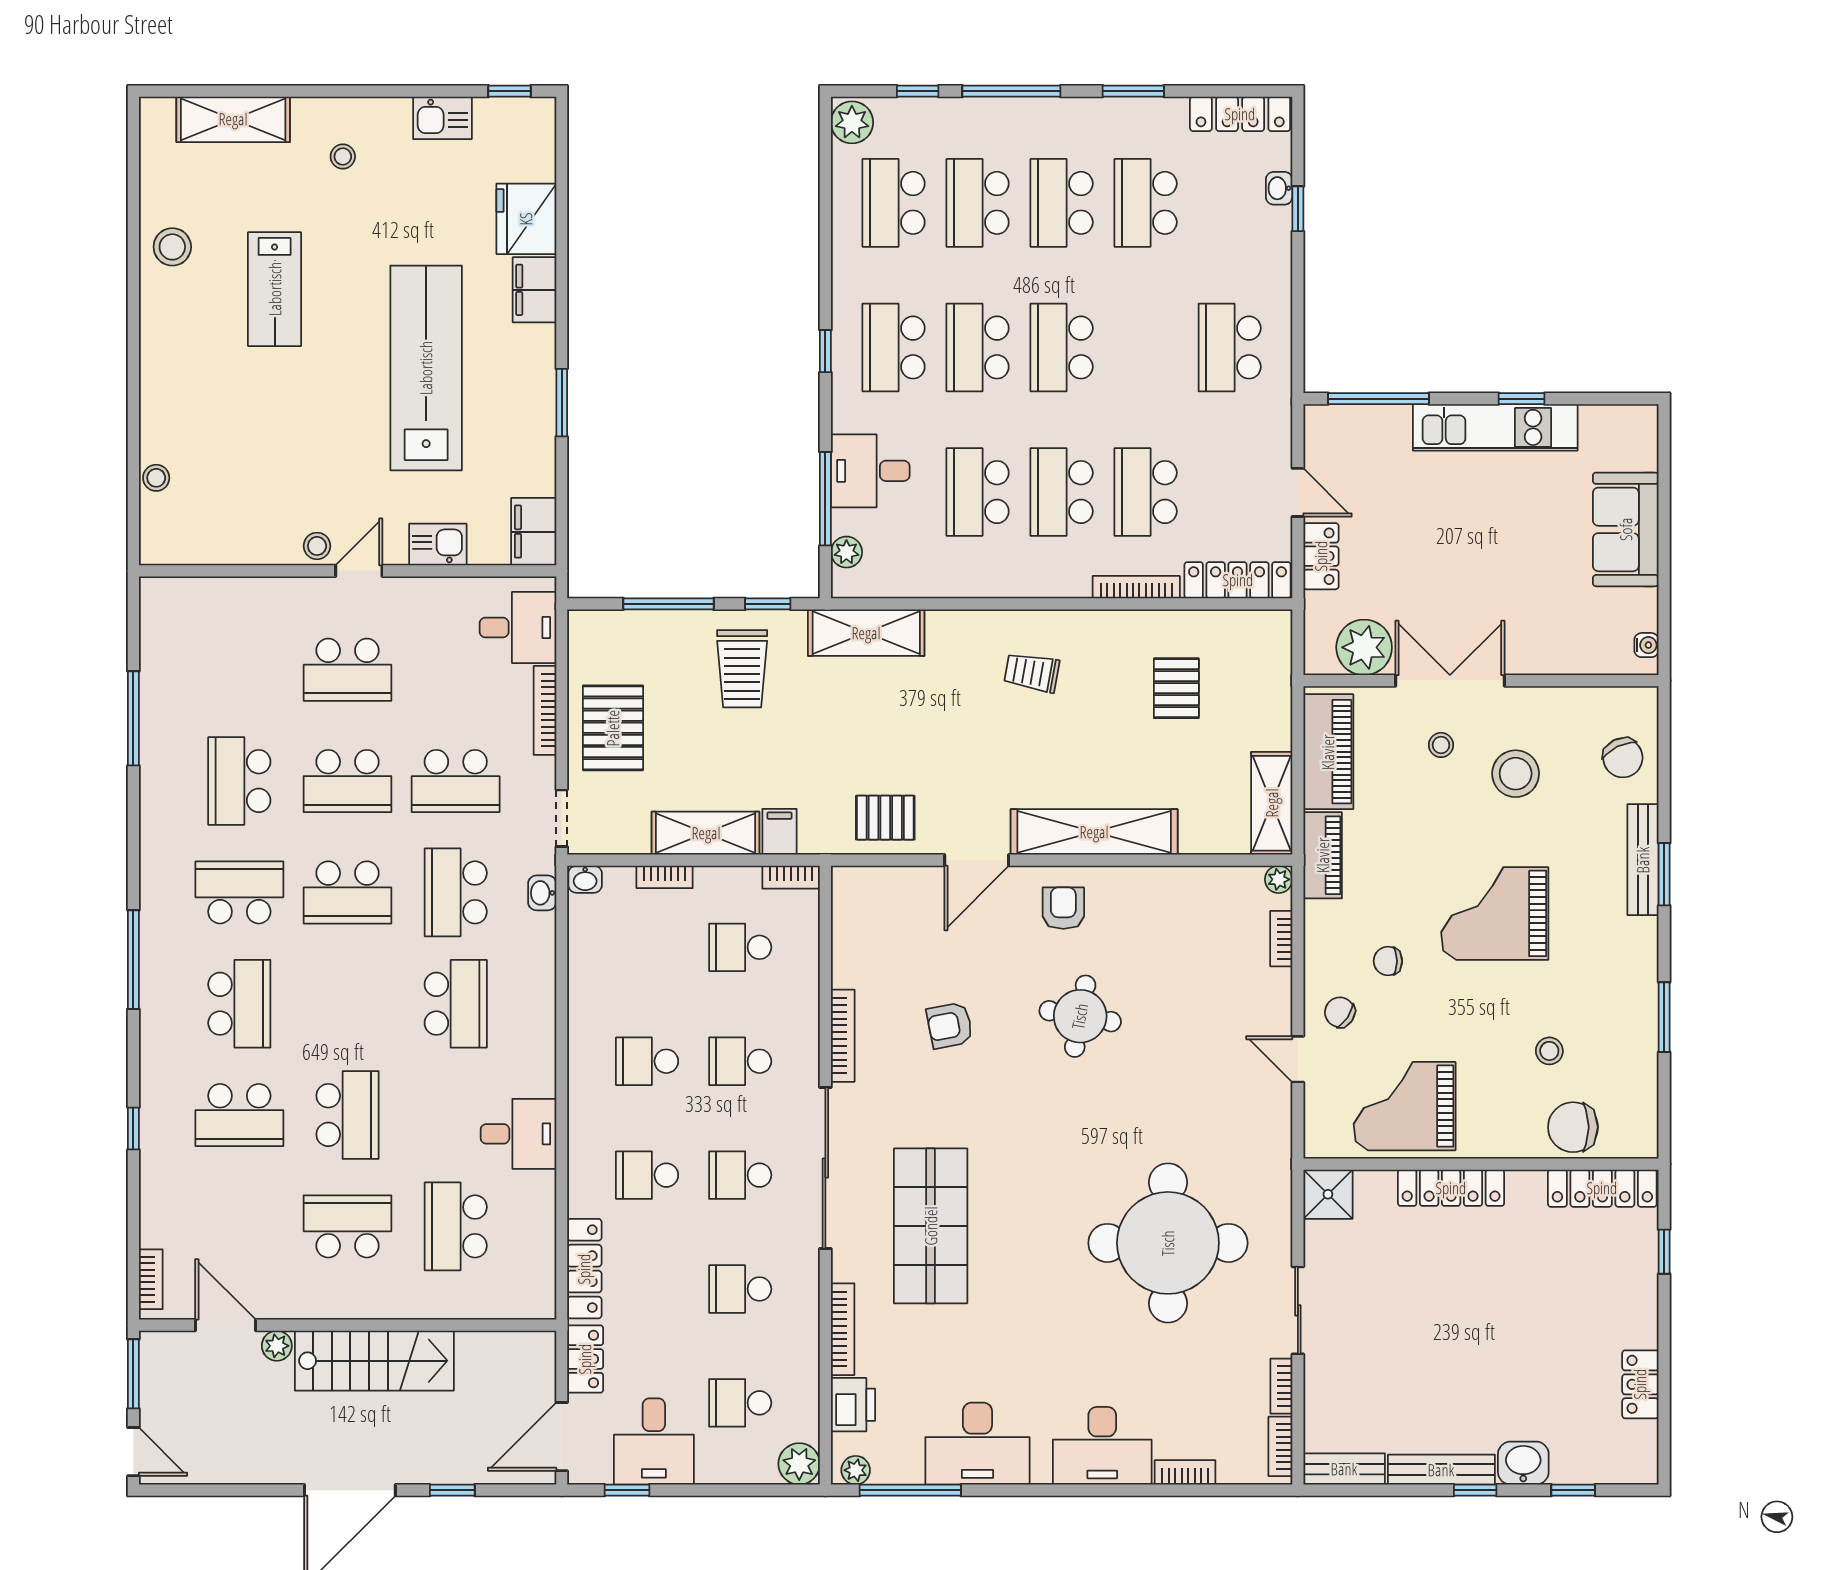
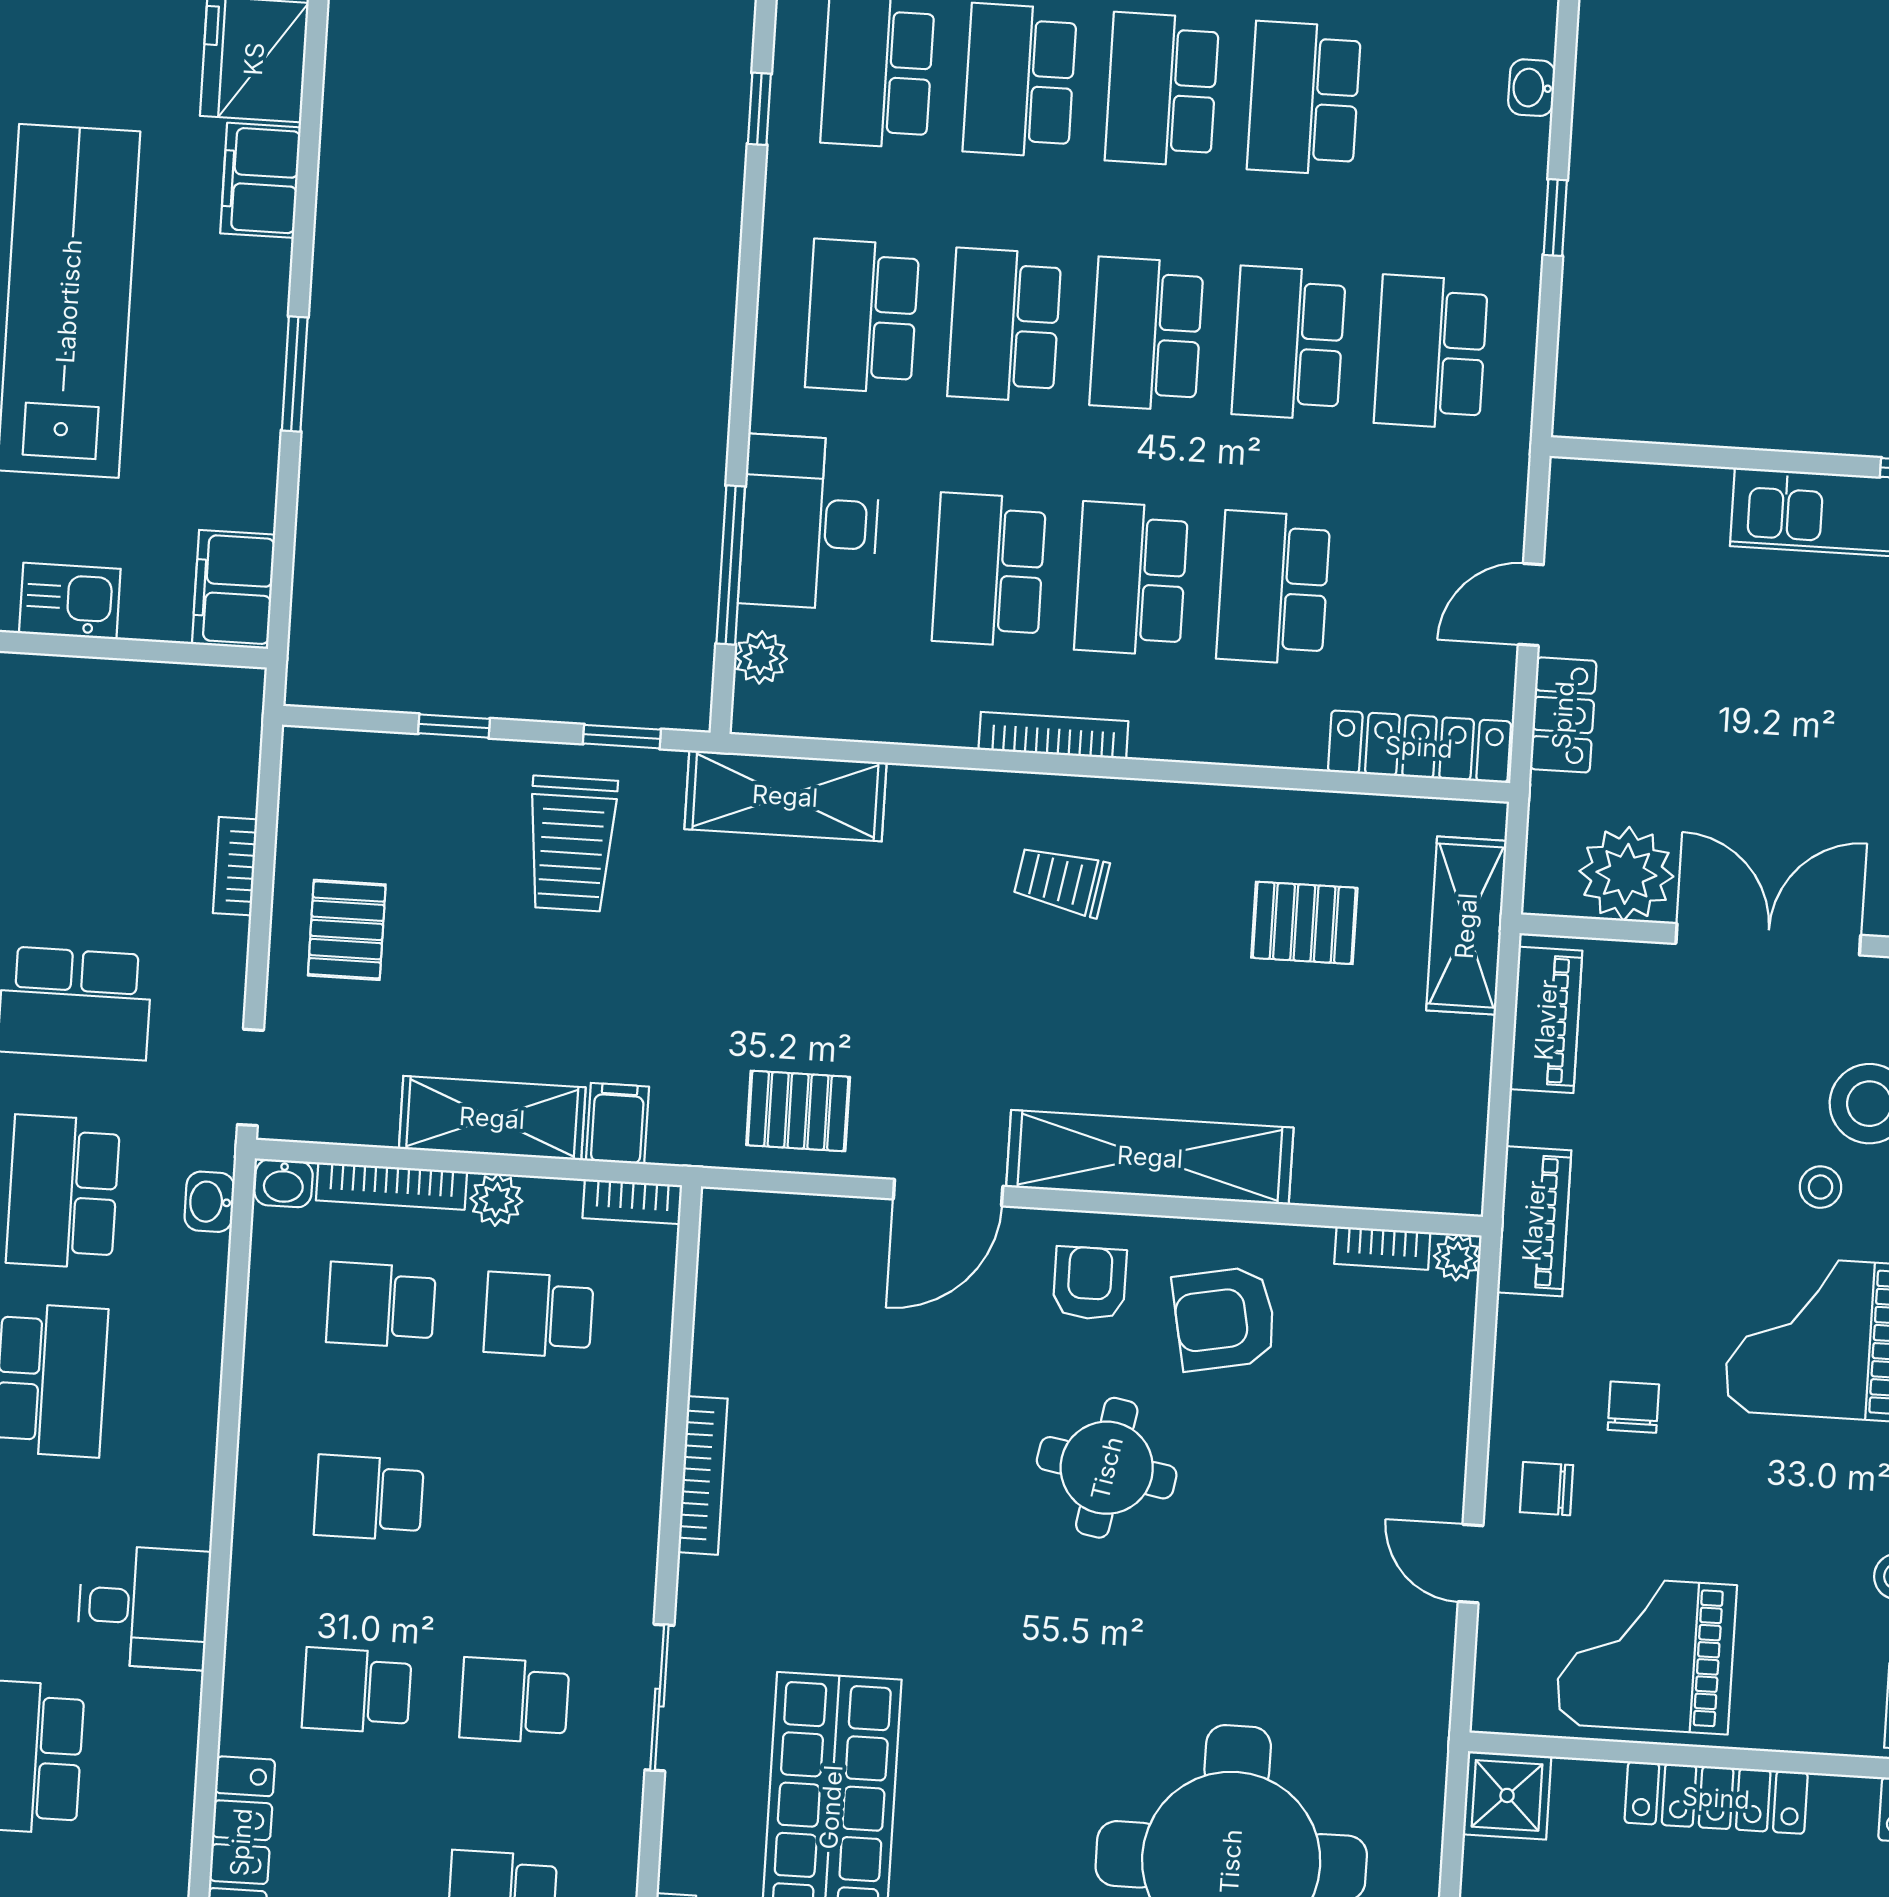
window: (1298, 209) -> (1555, 218), moved
school desk: (1146, 347) -> (1289, 343), added
window: (825, 351) -> (759, 109), moved
window: (1378, 399) -> (1677, 455), removed
desk: (870, 471) -> (810, 522), width x1.37
door: (1298, 492) -> (1531, 605), swing flipped
bookcase: (1136, 587) -> (1053, 735), moved
window: (669, 604) -> (454, 726), width x0.46
desk: (518, 627) -> (197, 750), removed
pallet: (1176, 688) -> (1304, 923), turned 90
bookcase: (545, 710) -> (235, 866), width x0.64
pallet: (613, 728) -> (347, 930), width x0.67, depth x0.71
stool: (1441, 745) -> (1821, 1187), moved
piano: (1328, 752) -> (1546, 1020), width x0.73, depth x0.75
shelving: (1272, 803) -> (1466, 926), moved
bookcase: (665, 877) -> (391, 1186), width x1.56
plant: (711, 881) -> (496, 1200), added
bookcase: (1281, 939) -> (1382, 1248), moved, turned -90
chair: (1388, 961) -> (1633, 1407), turned 90
chair: (1340, 1012) -> (1547, 1489), turned -34
armchair: (950, 1025) -> (1225, 1319), moved, width x1.38, depth x1.38
school desk: (740, 1061) -> (381, 1305), moved
sliding door: (825, 1168) -> (659, 1698), width x0.54

